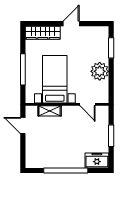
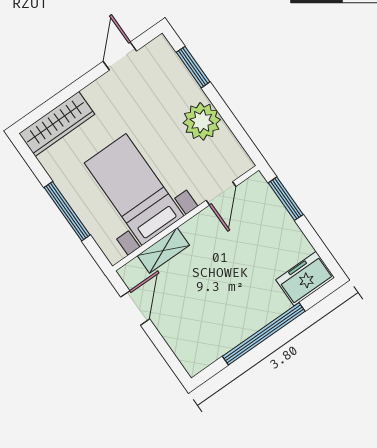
door: (71, 24) -> (120, 56), moved
door: (87, 104) -> (221, 193), hinge flipped
door: (23, 125) -> (135, 308), swing flipped
window: (111, 136) -> (286, 199), moved

